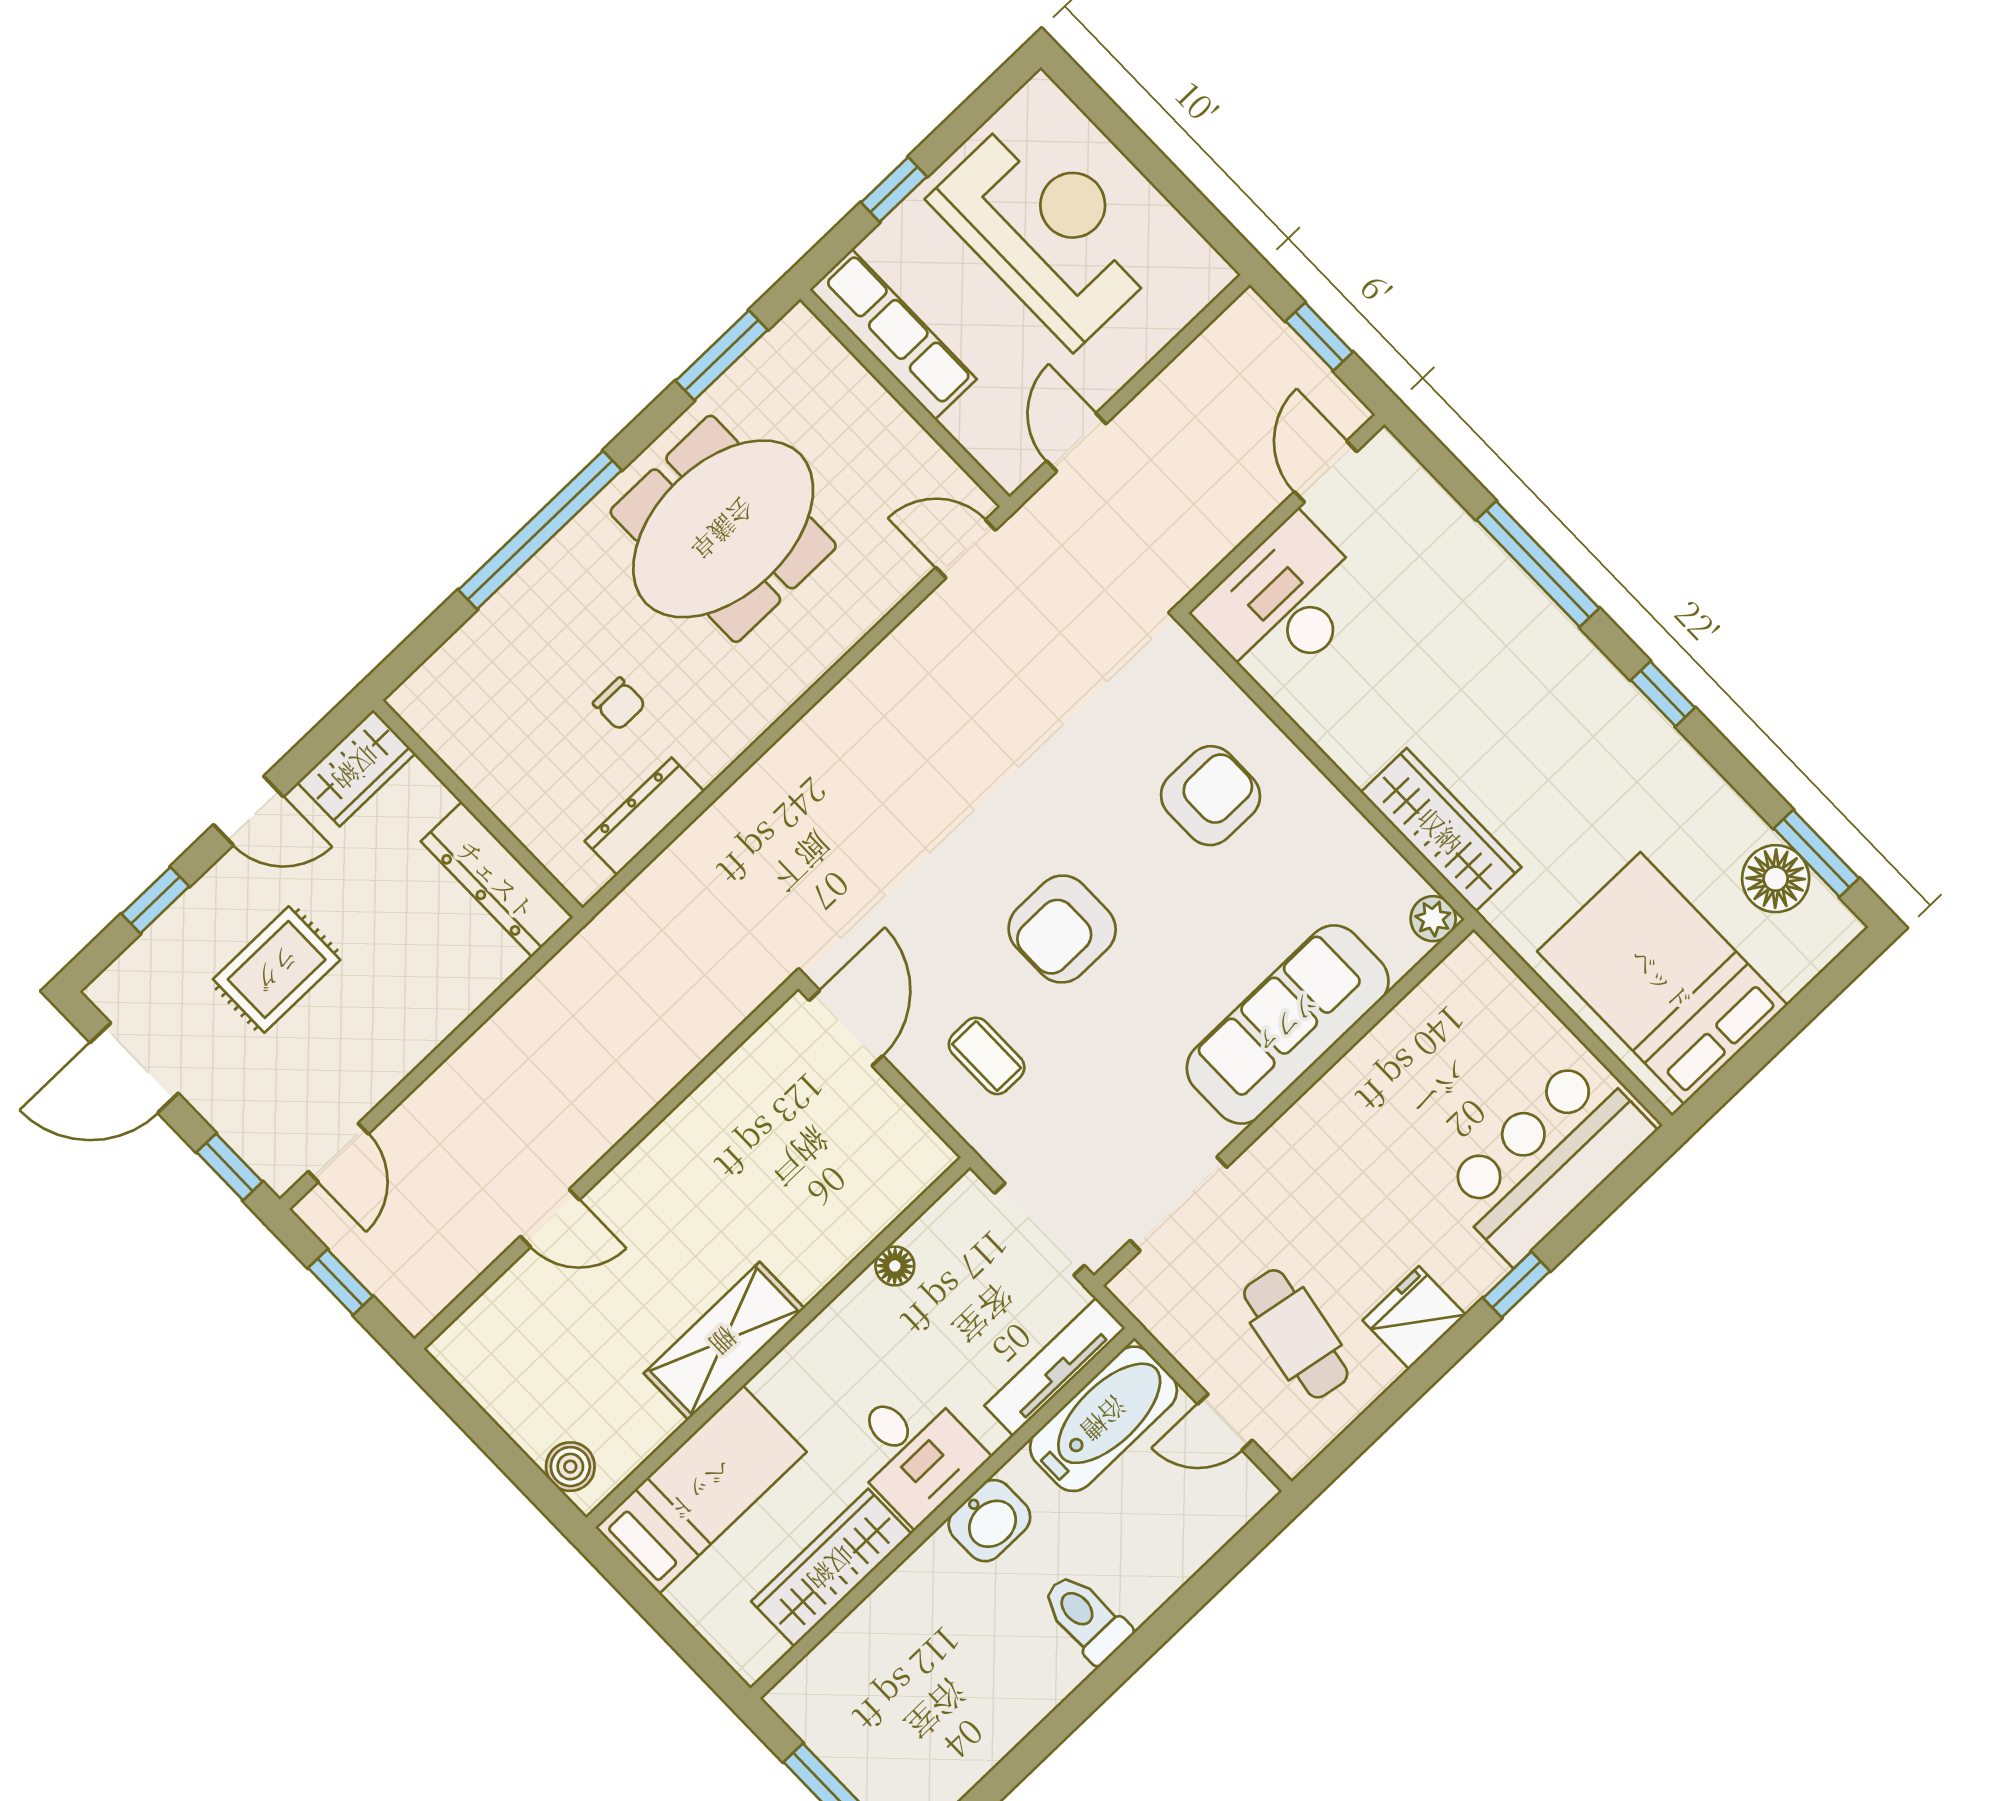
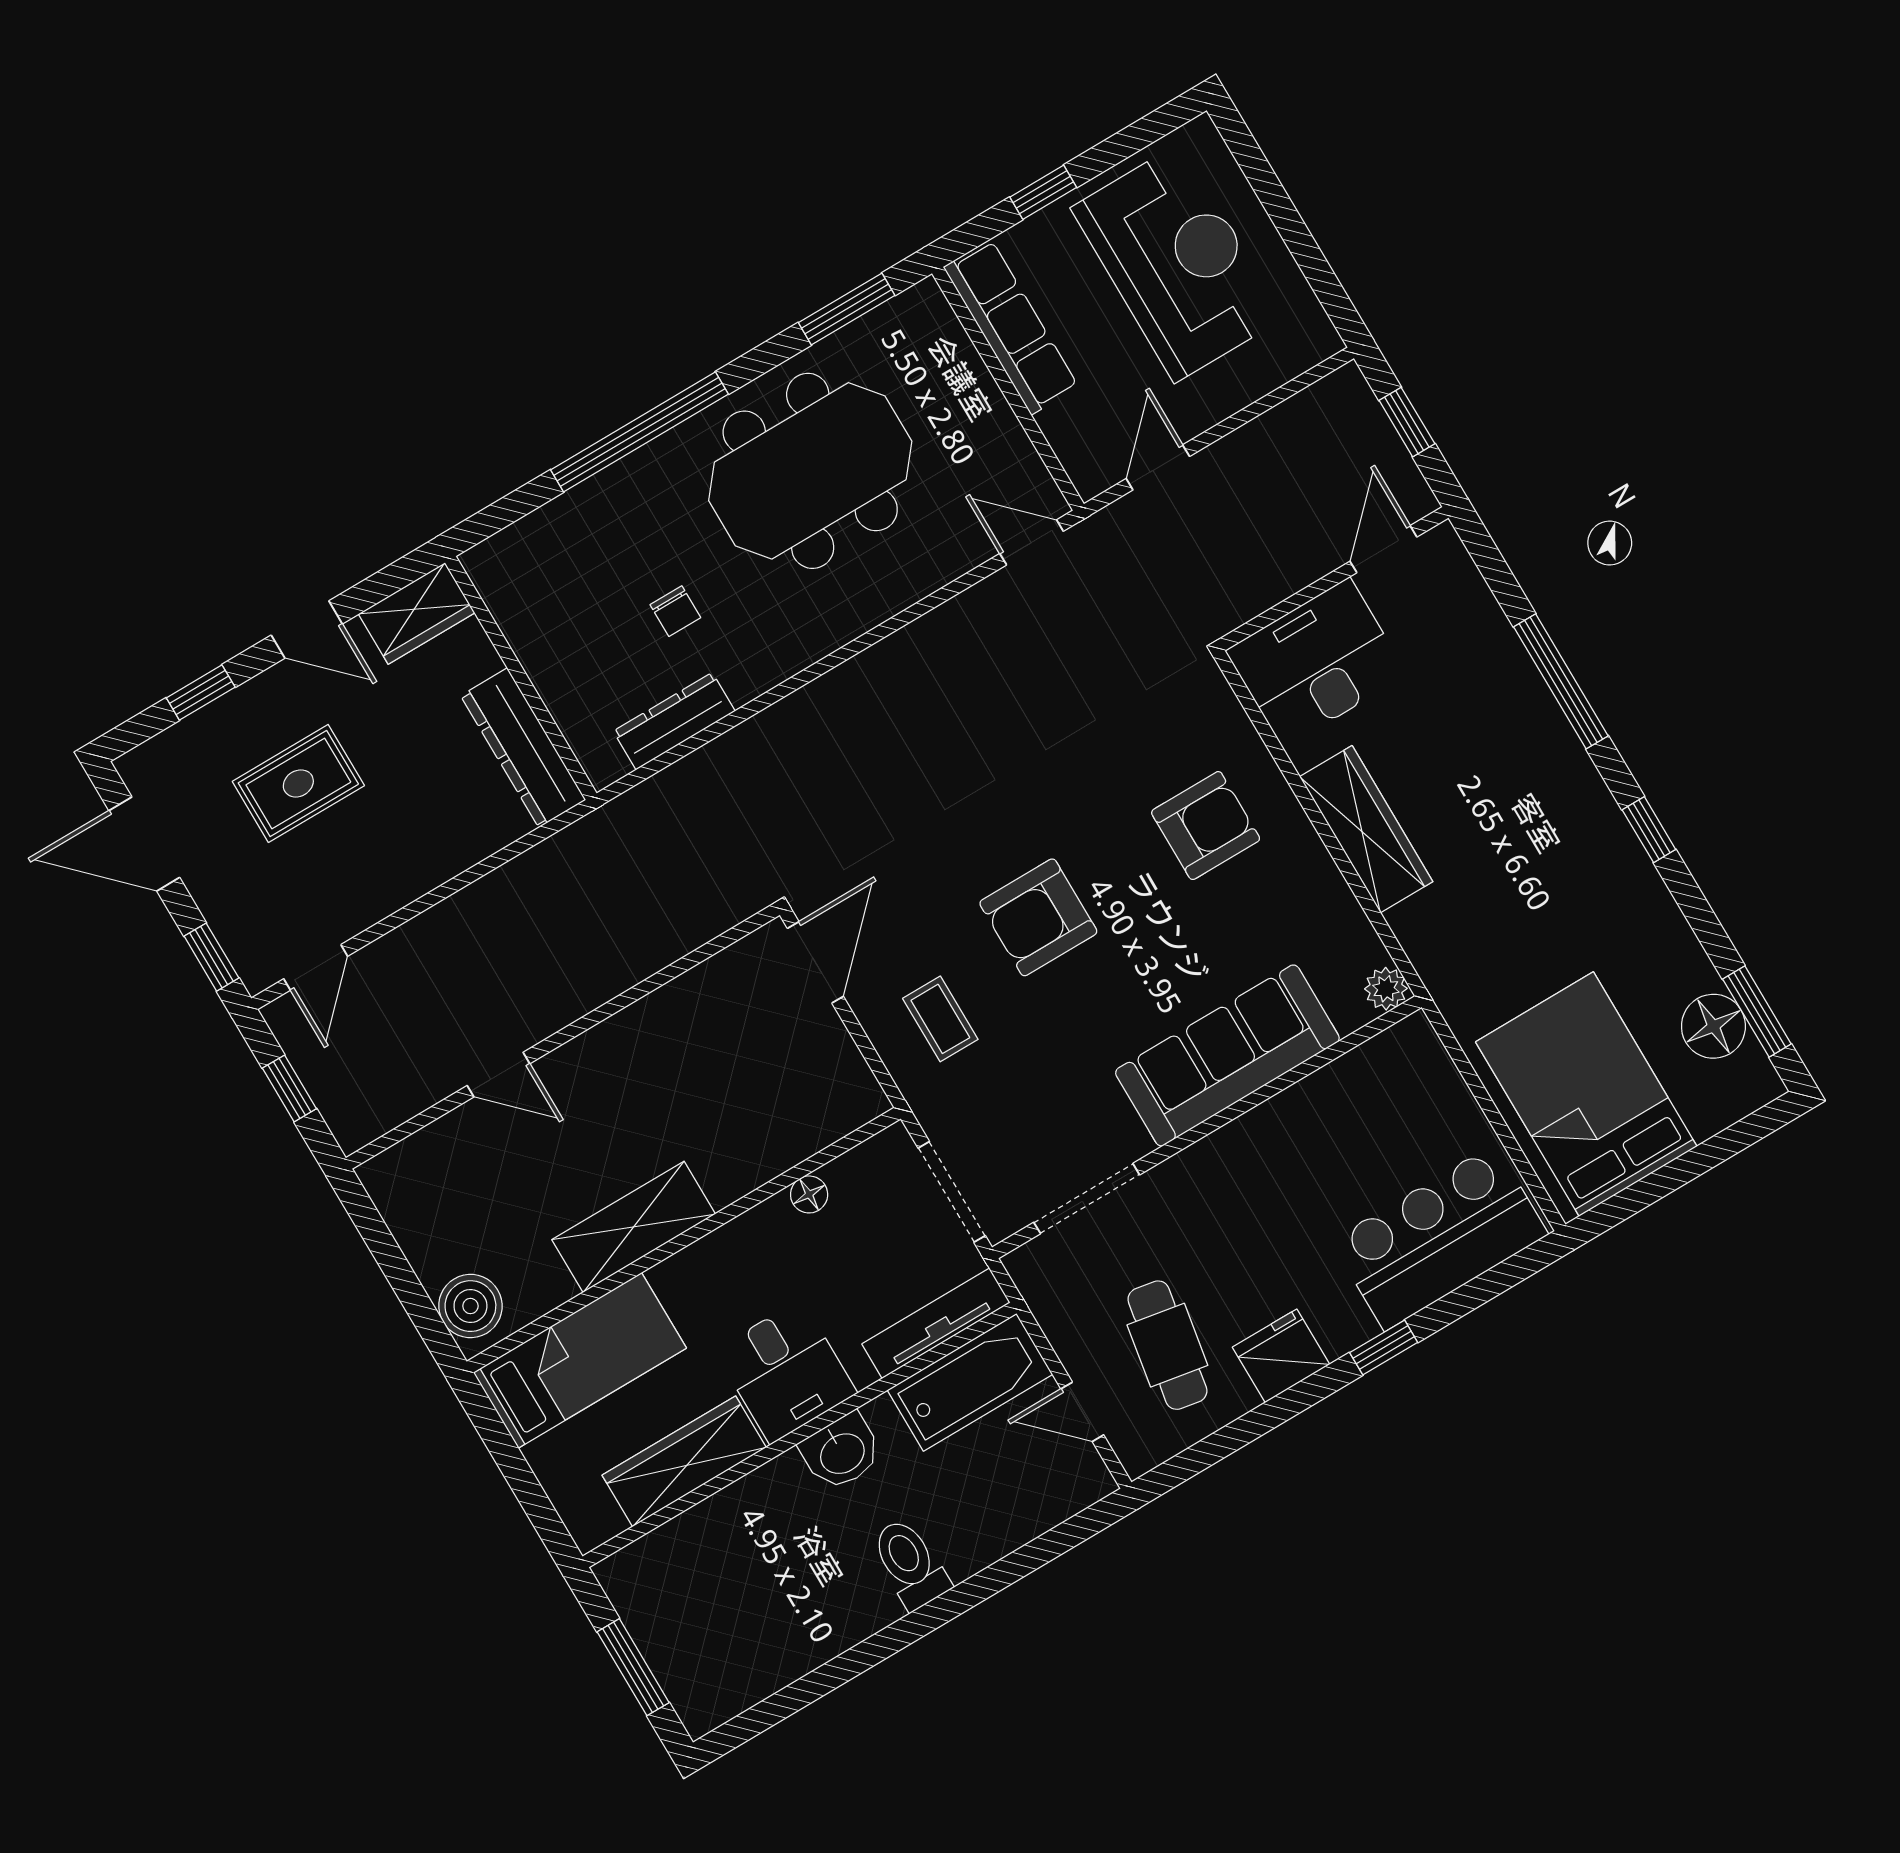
wardrobe: (1441, 830) -> (1366, 829), moved
boiler: (570, 1467) -> (470, 1306), width x1.36, depth x1.36

